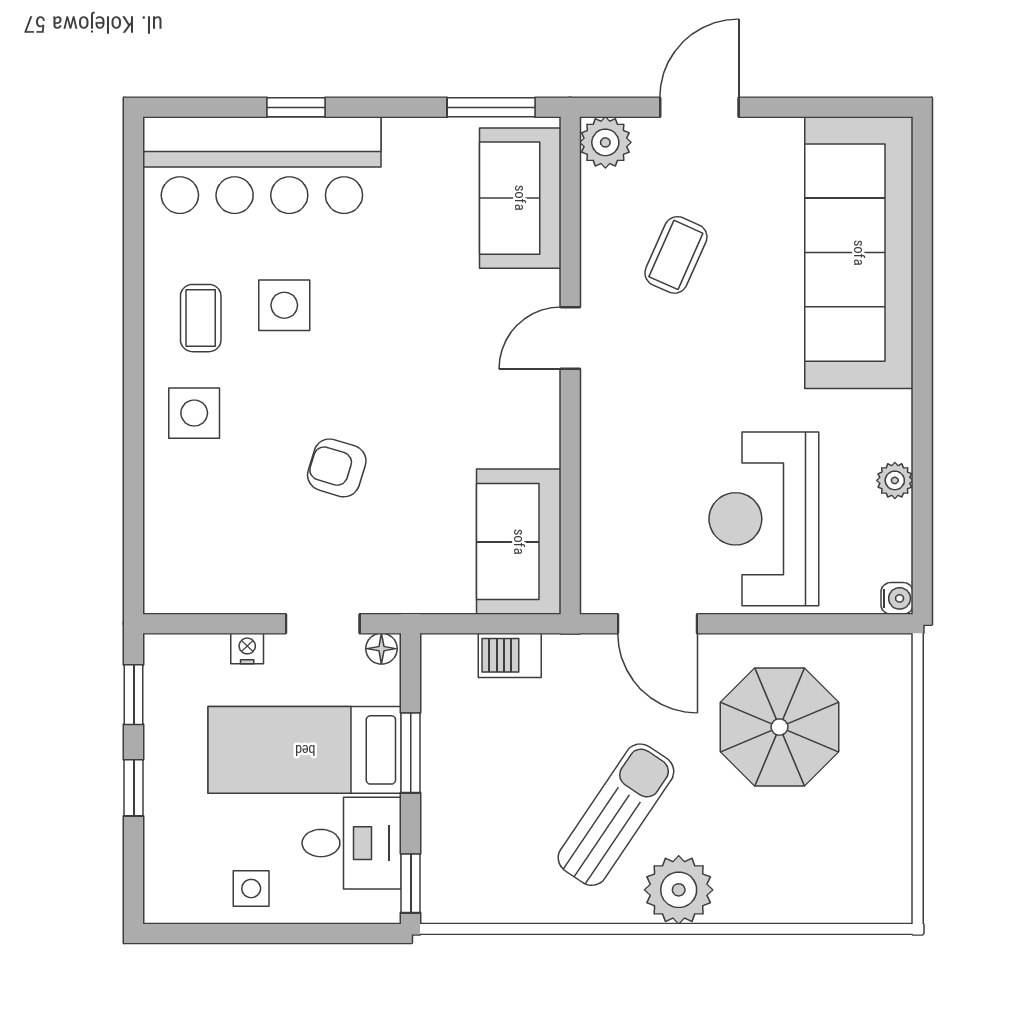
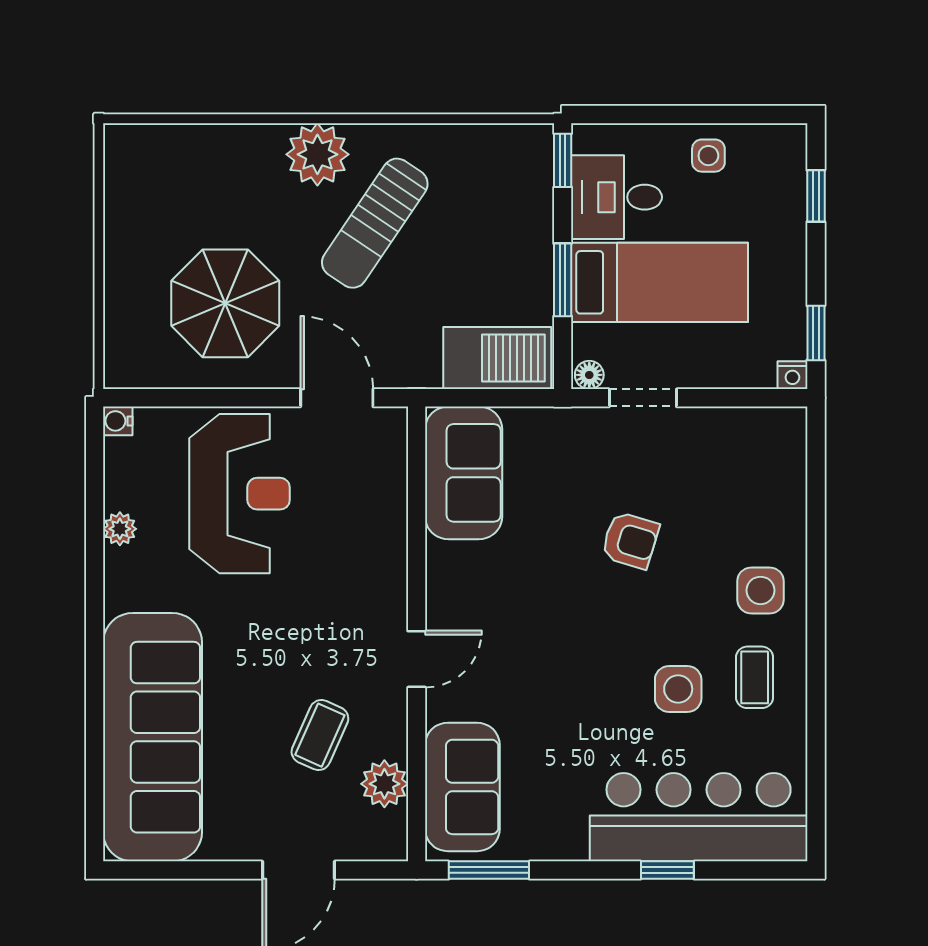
plant: (605, 142) -> (384, 784), moved
nightstand: (247, 648) -> (792, 375), moved
barbecue: (510, 655) -> (497, 358), width x1.88, depth x1.53
window: (134, 788) -> (816, 196), moved

